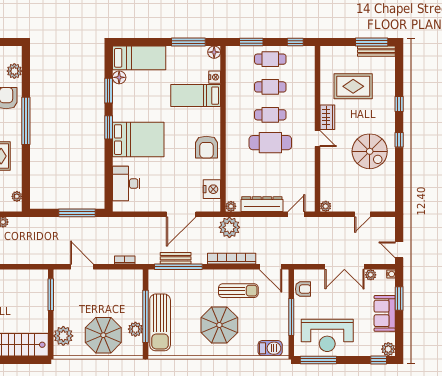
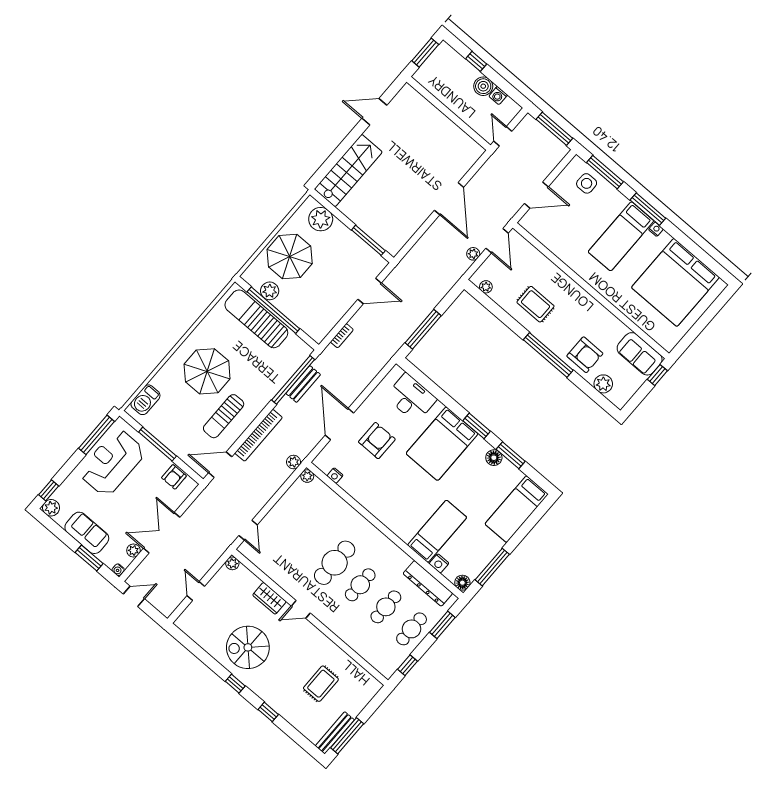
floor lamp: (119, 77) -> (494, 458), moved
rug: (353, 86) -> (321, 684), width x0.73, depth x0.70
wardrobe: (327, 117) -> (269, 598), moved
armchair: (206, 147) -> (377, 441), moved, turned 90
nightstand: (212, 189) -> (335, 476), width x0.53, depth x0.56
dresser: (262, 204) -> (428, 583), moved, turned 90
plant: (229, 227) -> (294, 462), width x0.53, depth x0.53

